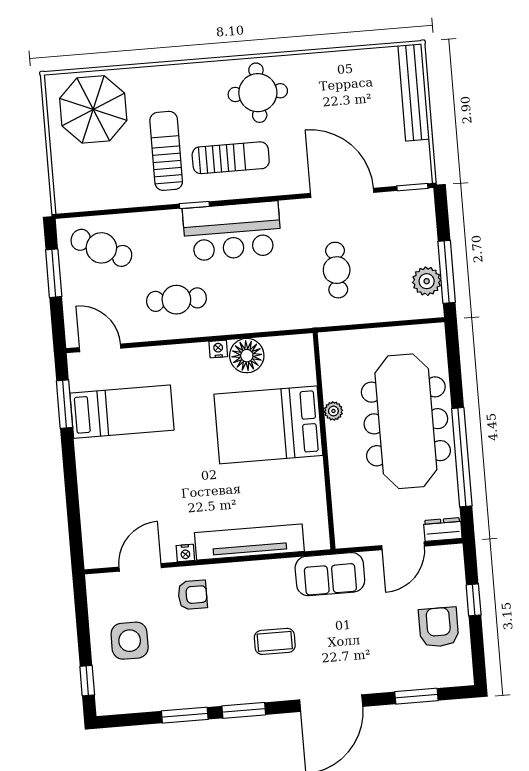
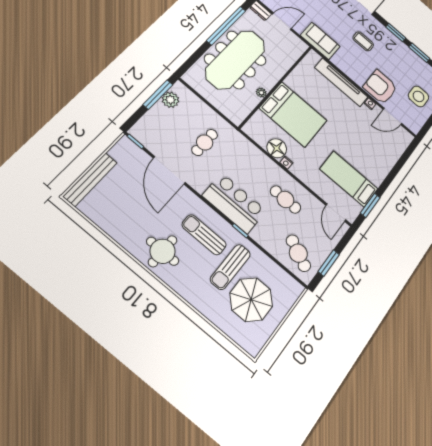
parasol: (93, 109) -> (251, 300), moved
armchair: (193, 595) -> (380, 87), width x1.88, depth x1.88

